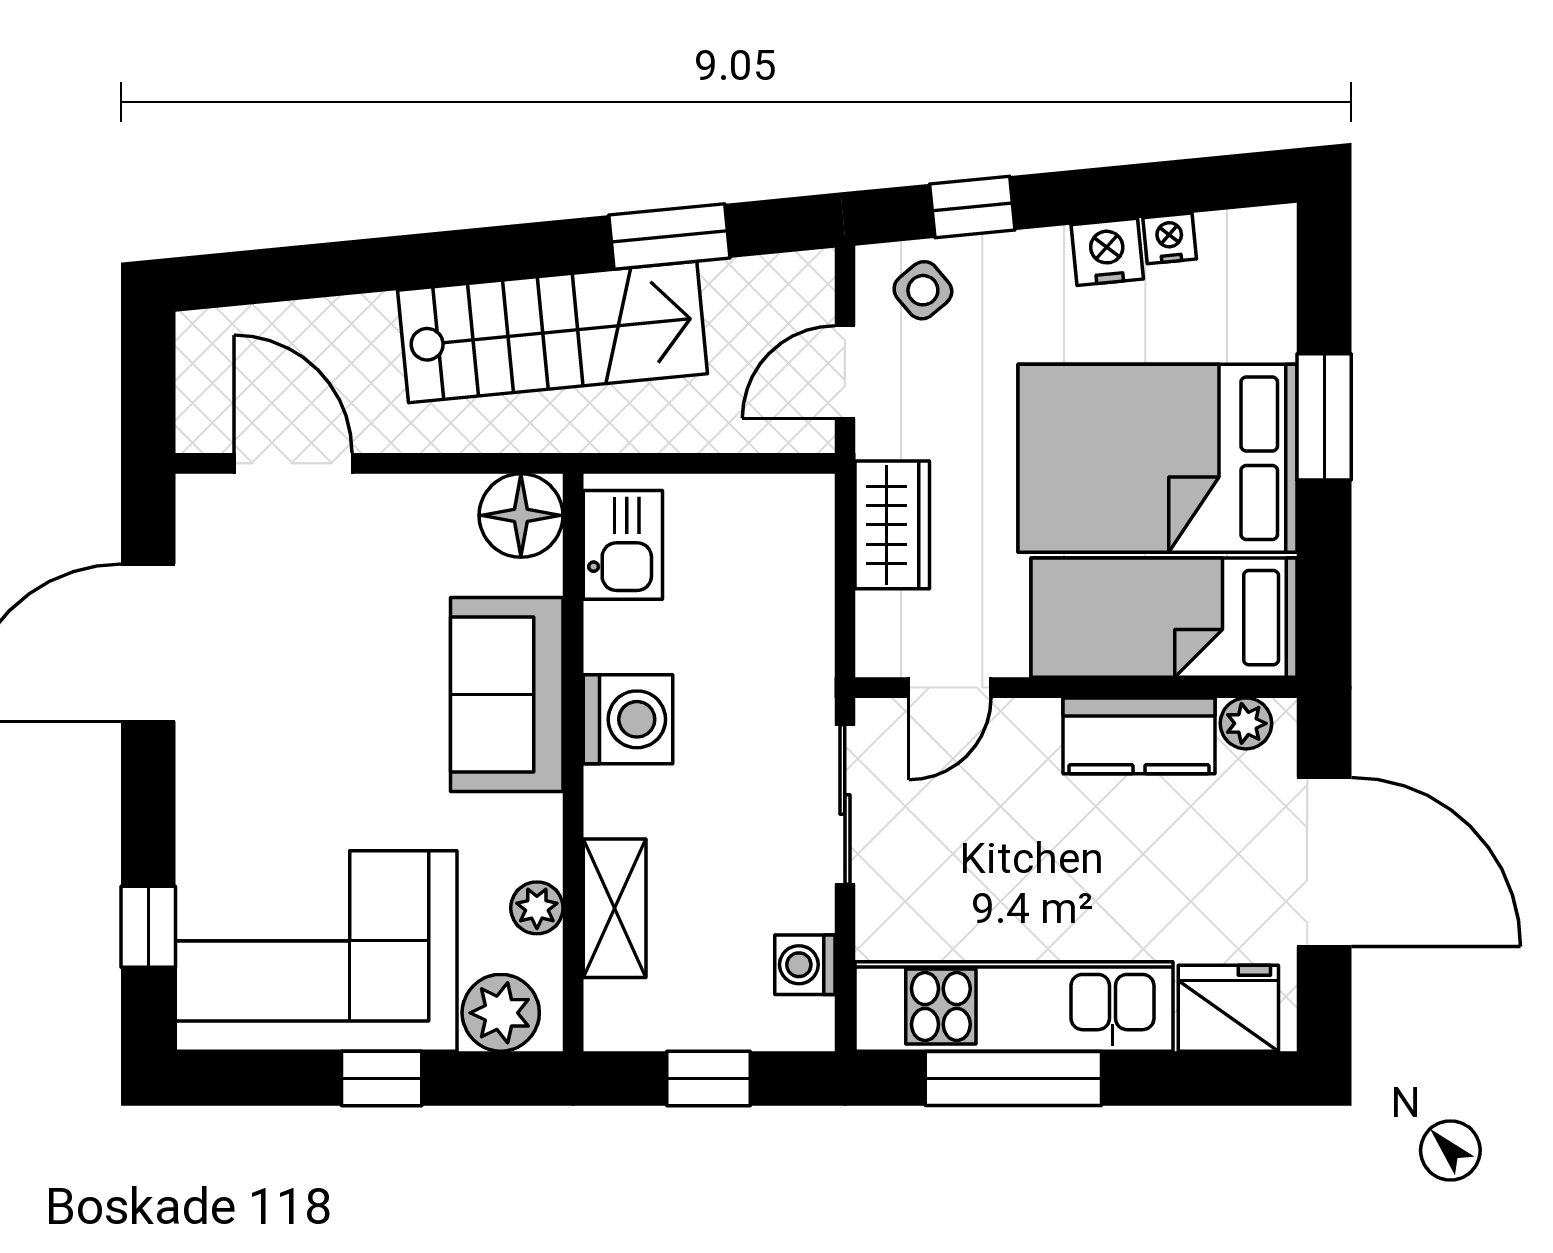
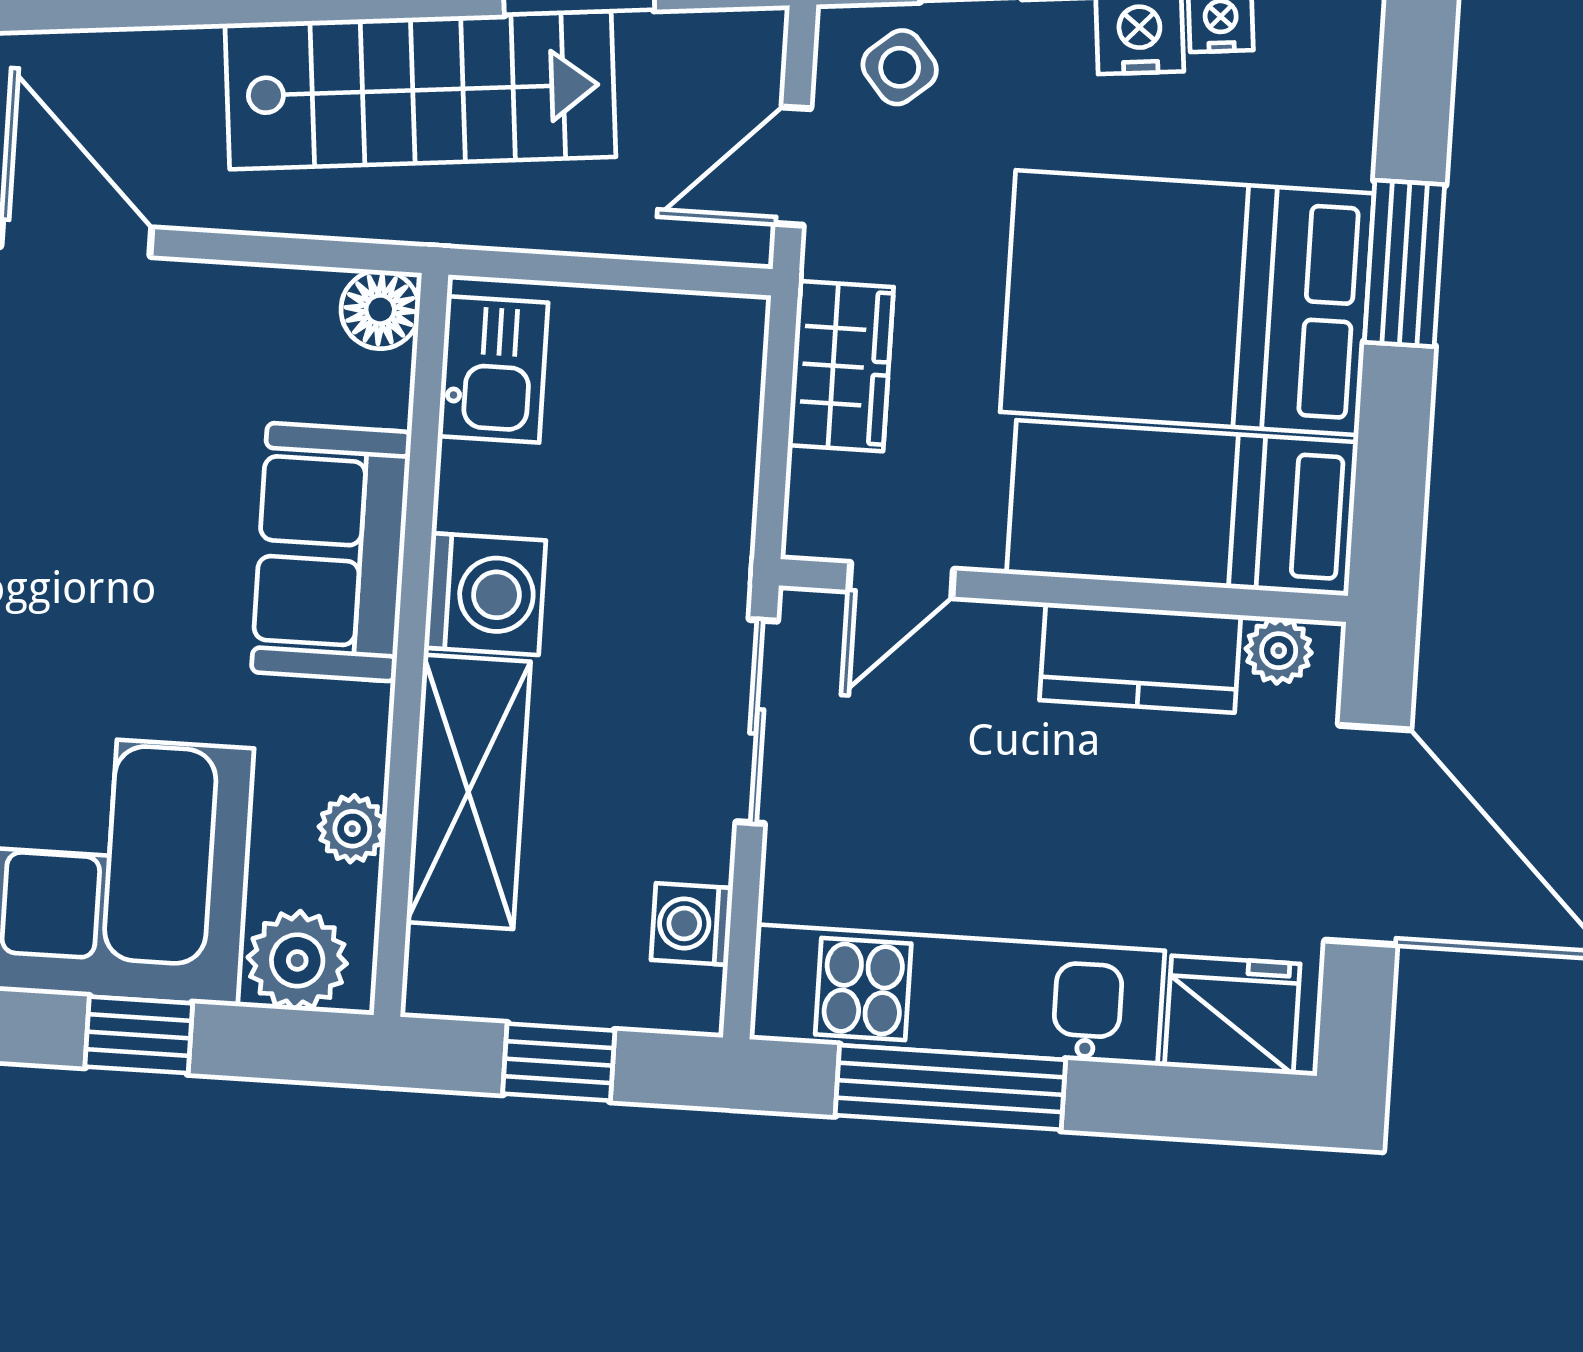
floor lamp: (521, 515) -> (380, 309), width x0.73, depth x0.73
shelving: (615, 908) -> (468, 792), width x1.50, depth x1.33

